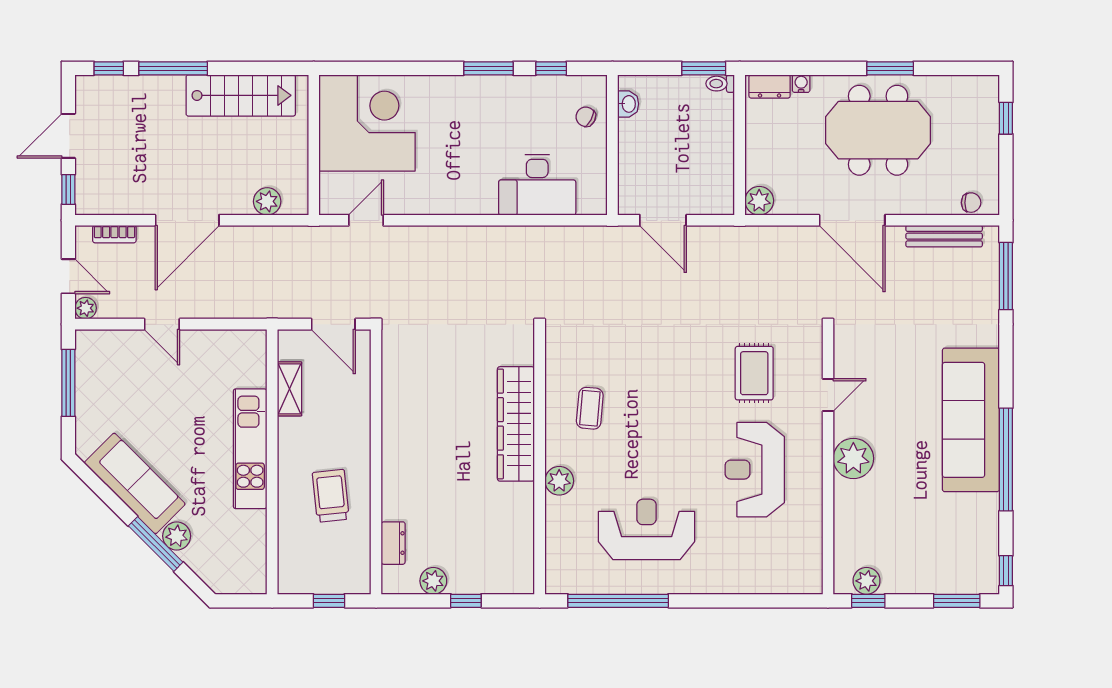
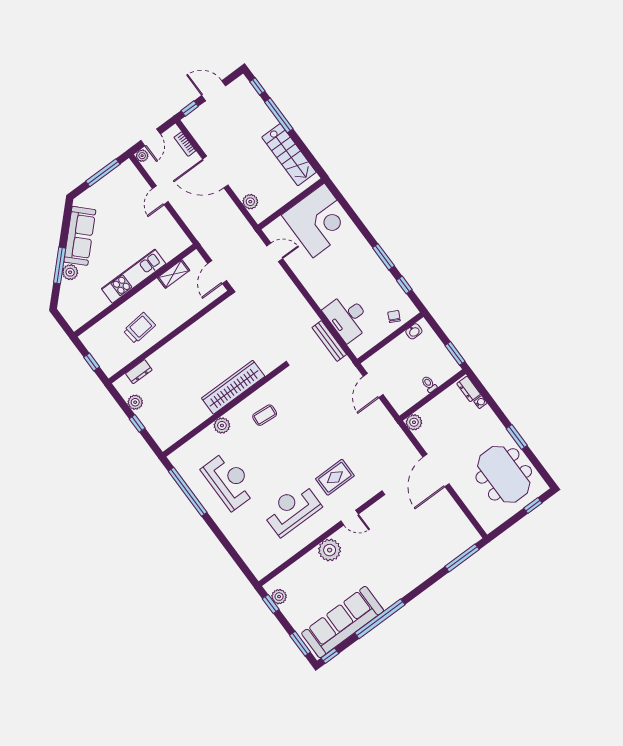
toilet: (720, 84) -> (429, 384), moved
meeting table: (878, 130) -> (504, 474), moved
chair: (971, 203) -> (483, 518), removed
bench: (944, 236) -> (329, 341), moved
sofa: (971, 420) -> (343, 622), moved

